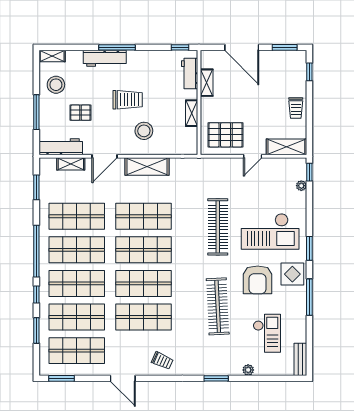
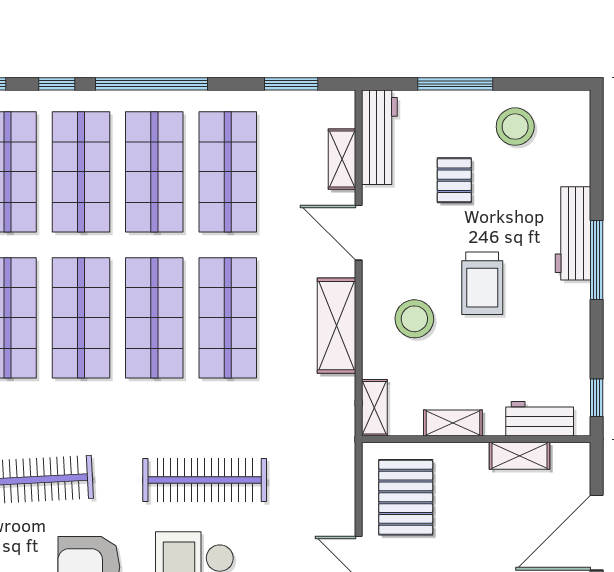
shelving: (52, 56) -> (374, 408), moved

